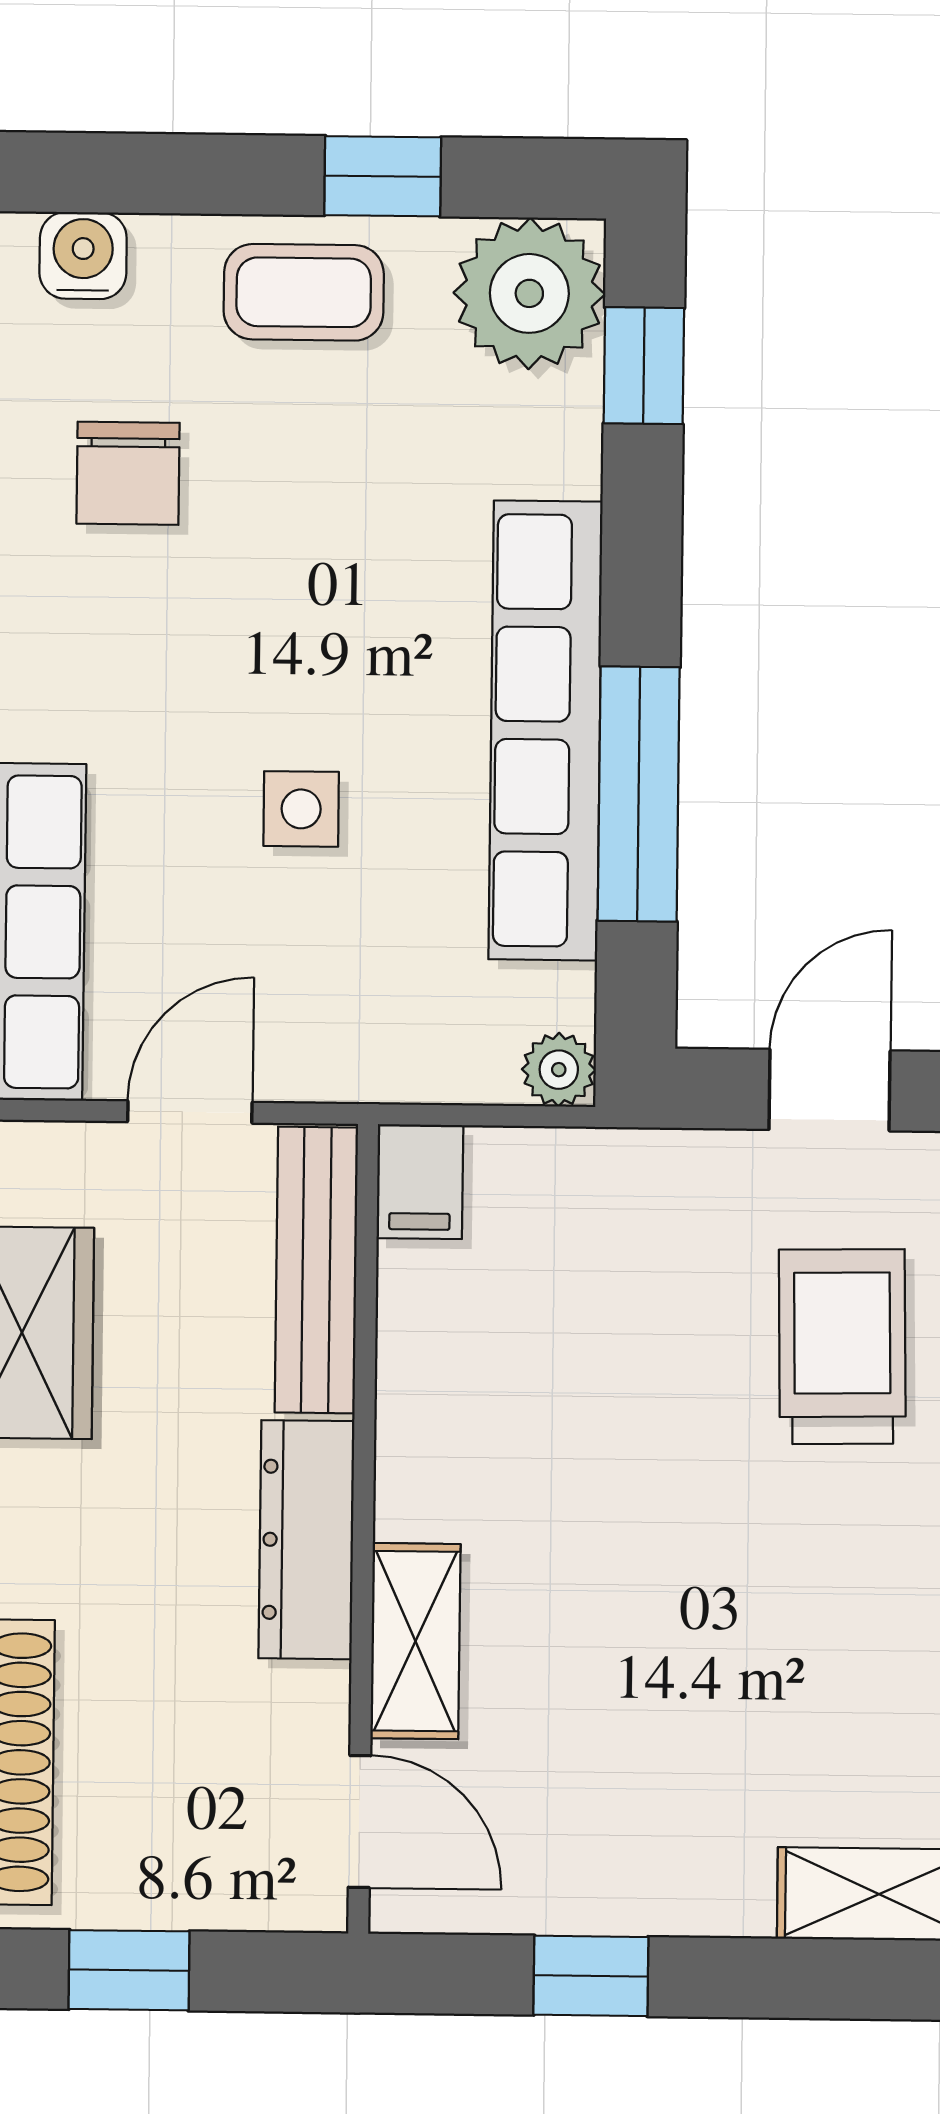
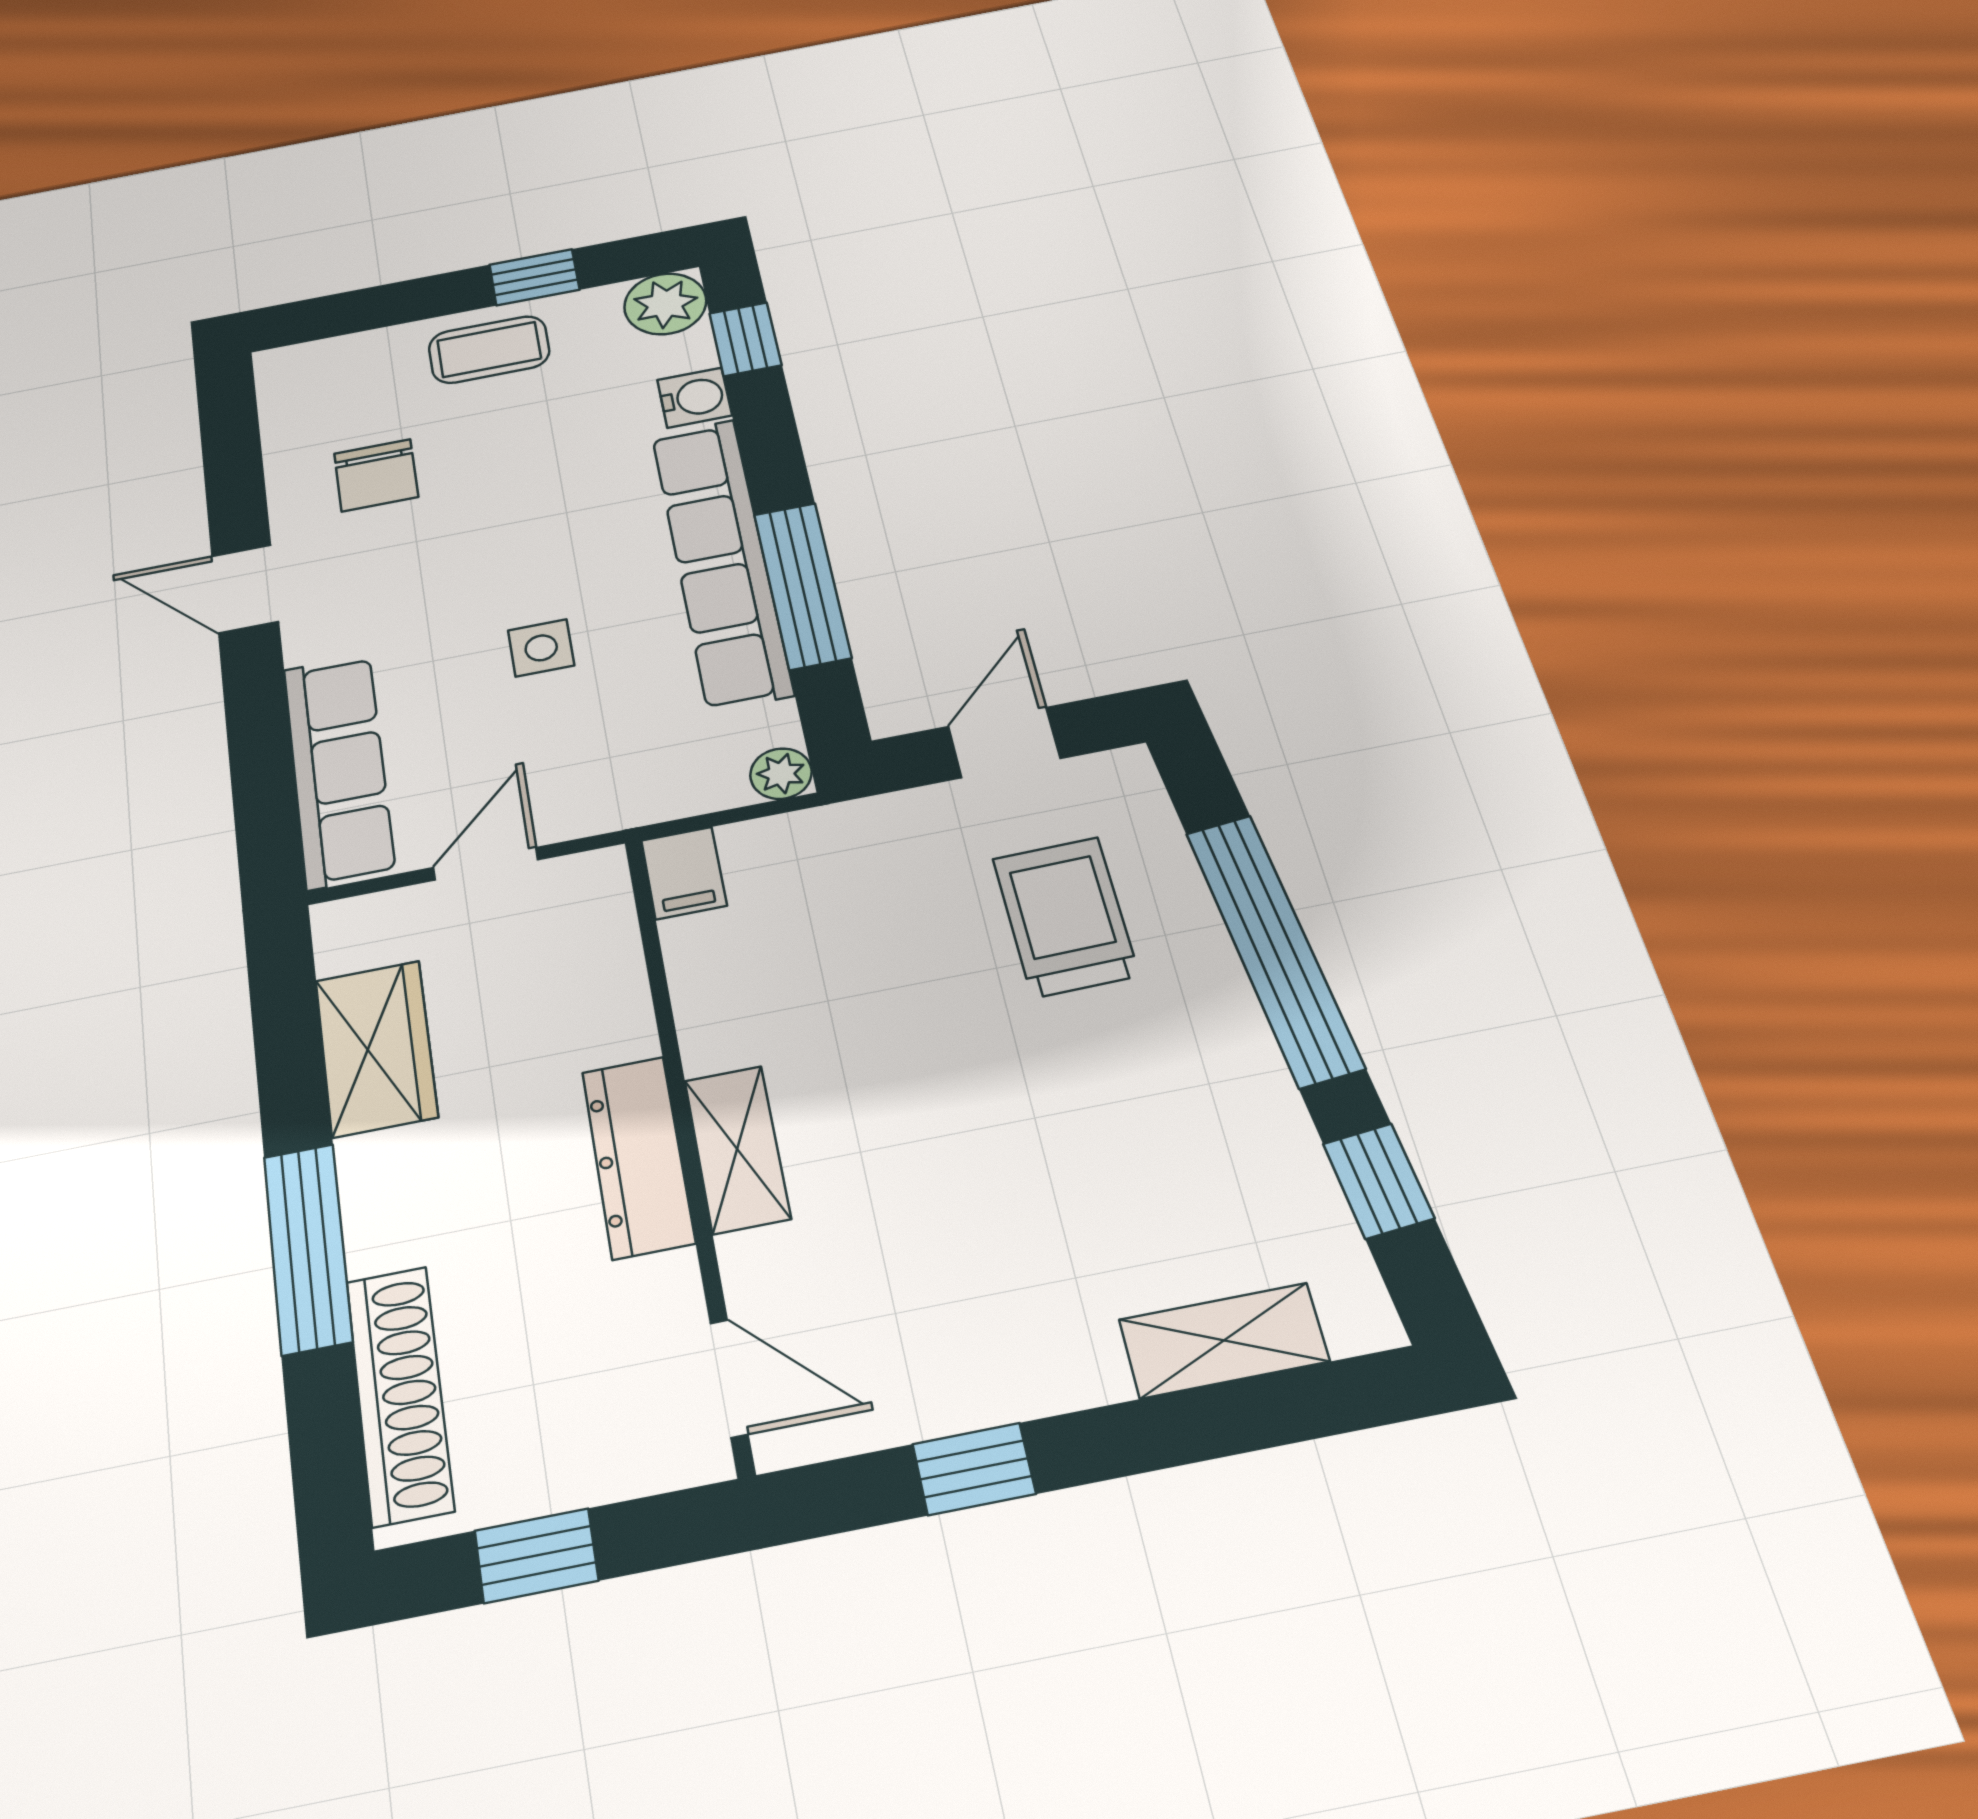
water cooler: (83, 256) -> (695, 398), moved, turned 90
plant: (529, 293) -> (665, 304), width x0.73, depth x0.73
bench: (316, 1270) -> (610, 953), removed
shelving: (415, 1641) -> (737, 1149), moved

